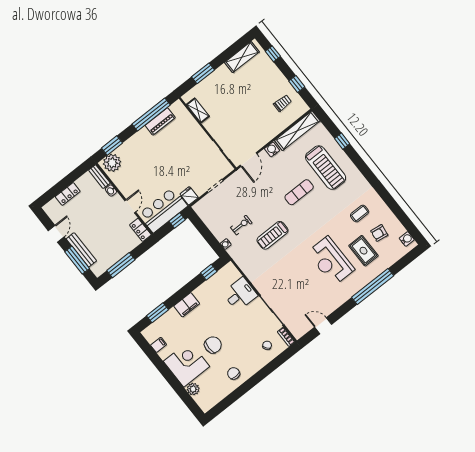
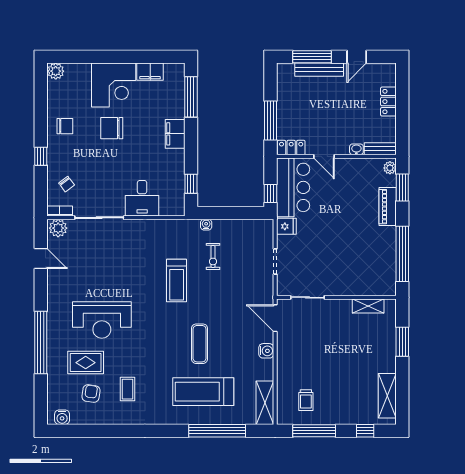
window: (297, 84) -> (314, 431), width x2.17
piano: (160, 121) -> (388, 207), moved
shelving: (297, 131) -> (265, 403), width x0.68
window: (342, 141) -> (217, 431), width x3.17
plant: (112, 163) -> (390, 168), width x0.53, depth x0.53
door: (56, 234) -> (357, 57), hinge flipped
treadmill: (272, 235) -> (177, 281), turned 180
reception desk: (331, 261) -> (102, 320), turned 180
window: (121, 265) -> (271, 121), moved
window: (157, 313) -> (191, 97), width x1.44
door: (323, 326) -> (41, 259), hinge flipped
plant: (297, 330) -> (58, 228), added
filing cabinet: (159, 345) -> (150, 72), width x2.00
chair: (213, 345) -> (112, 128), turned 90
window: (263, 374) -> (41, 156), added
plant: (193, 389) -> (56, 71), moved

